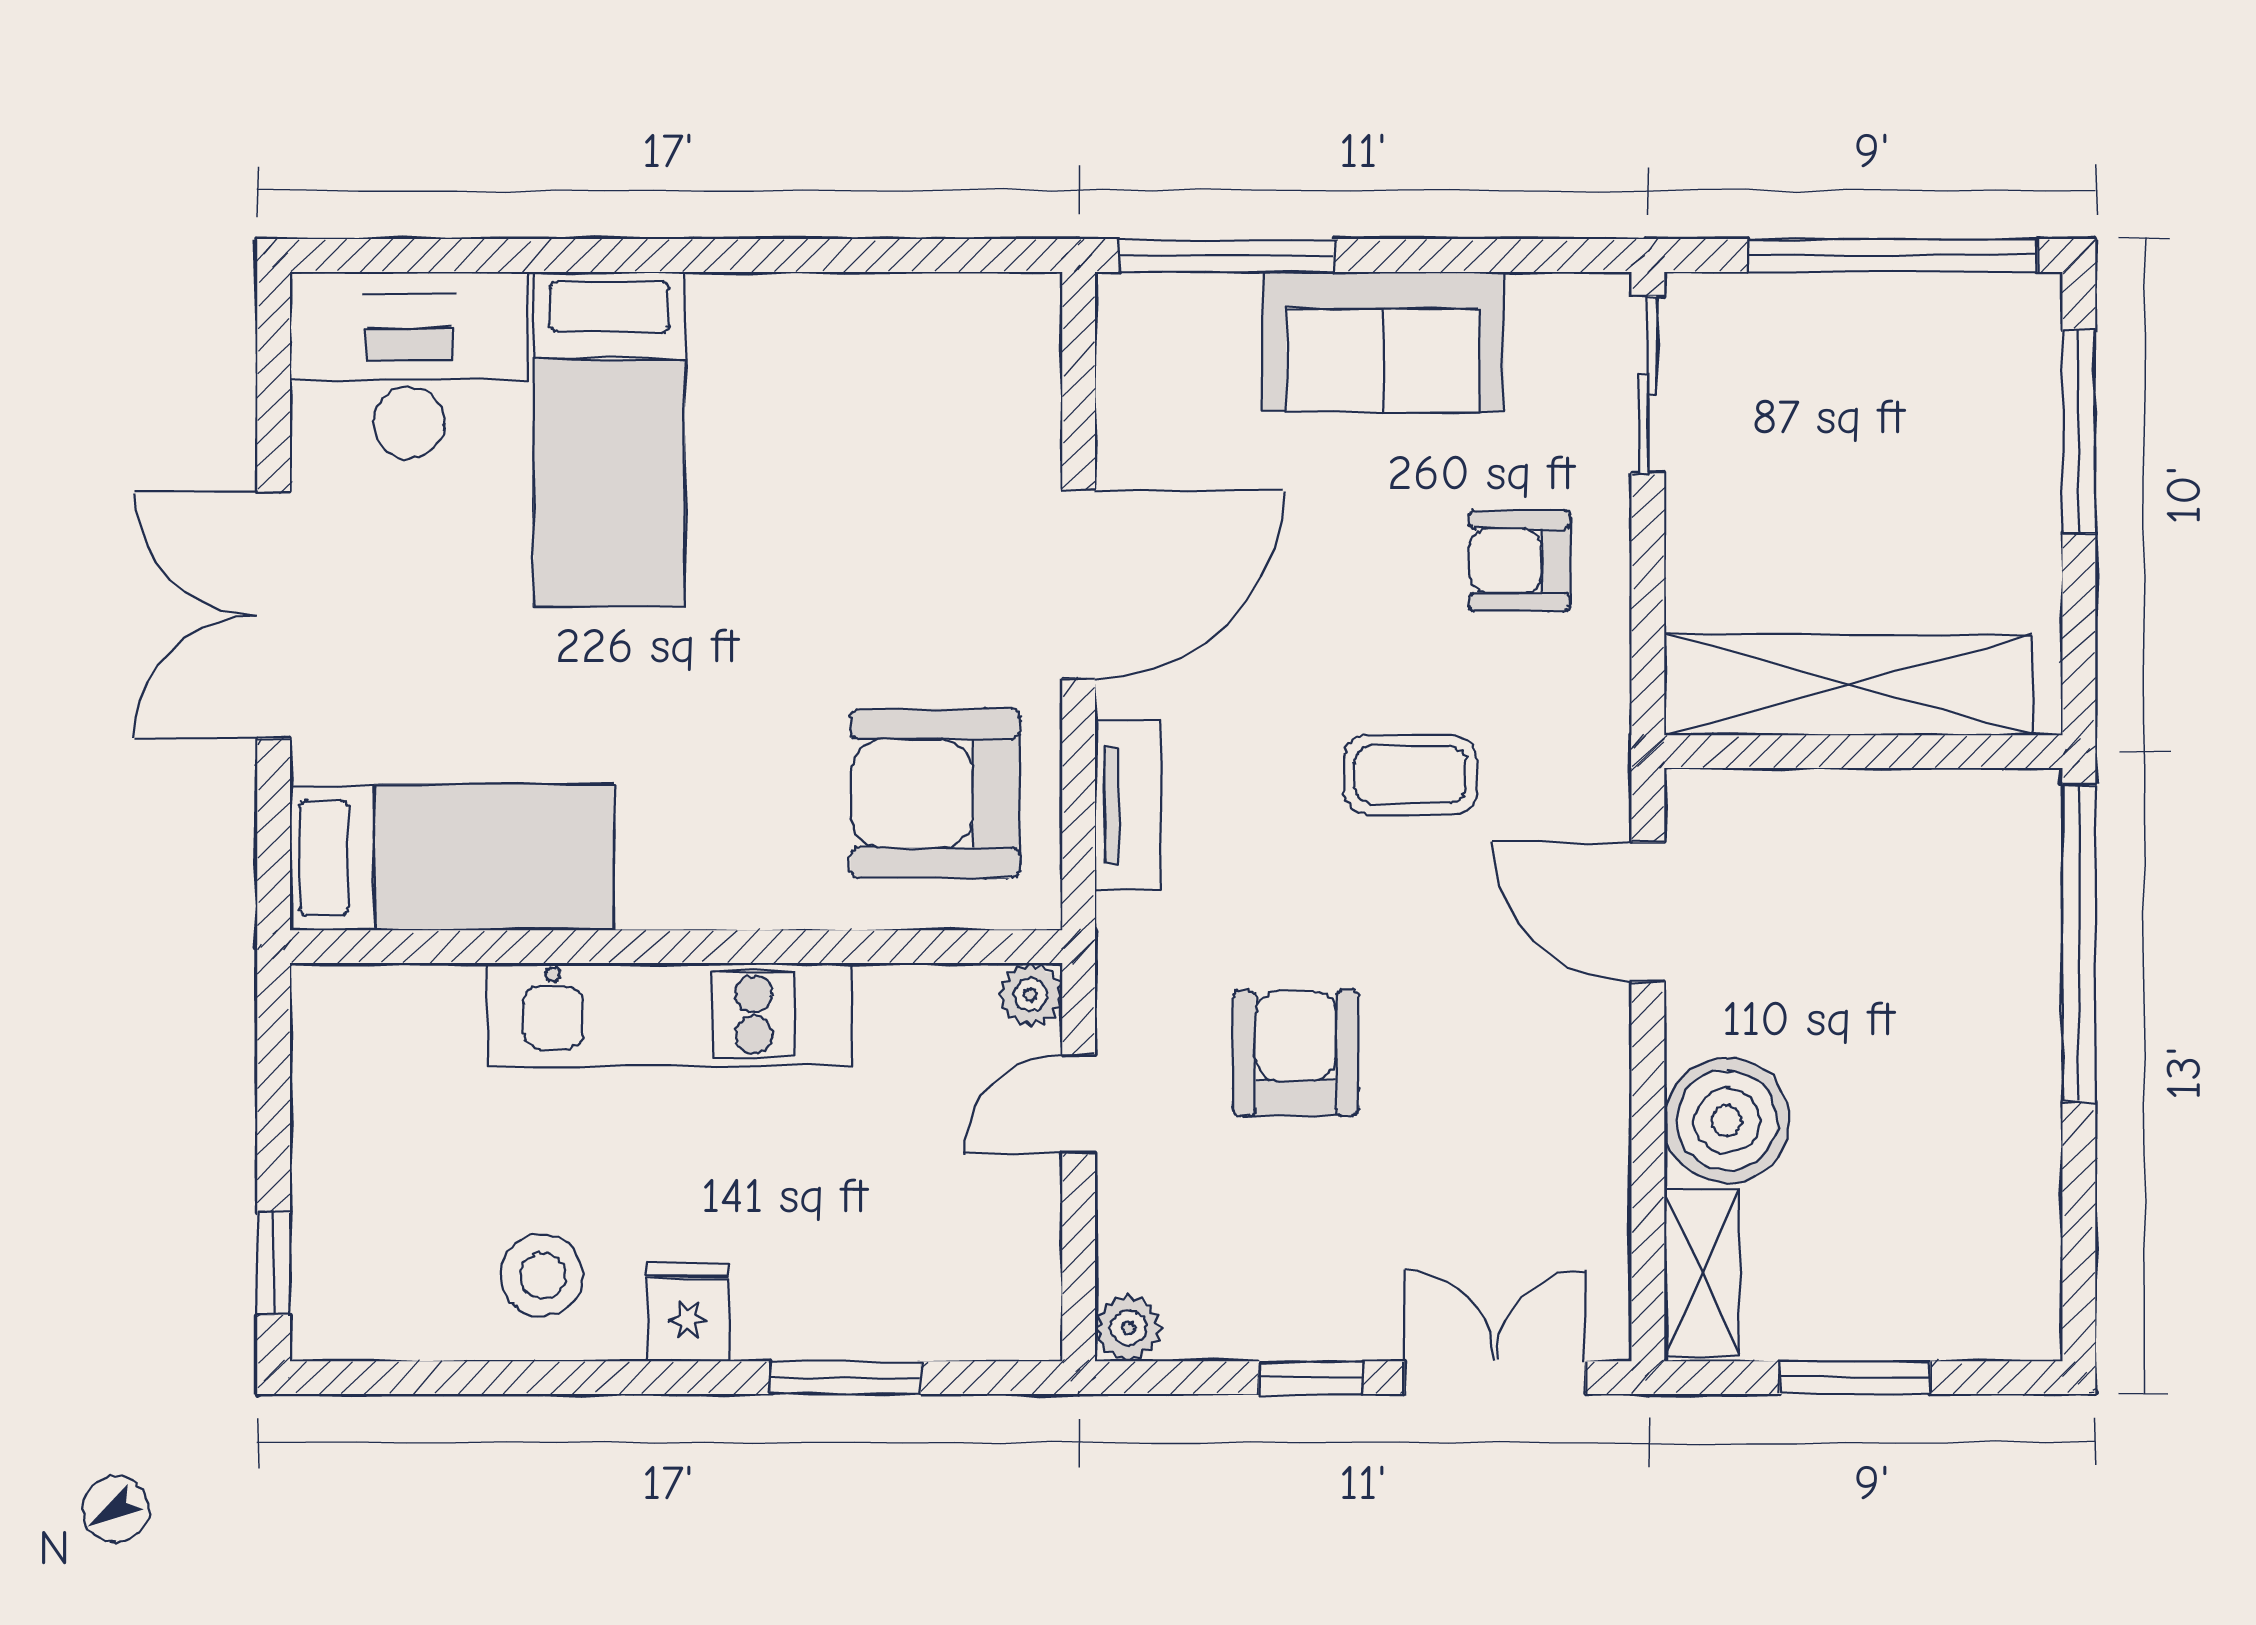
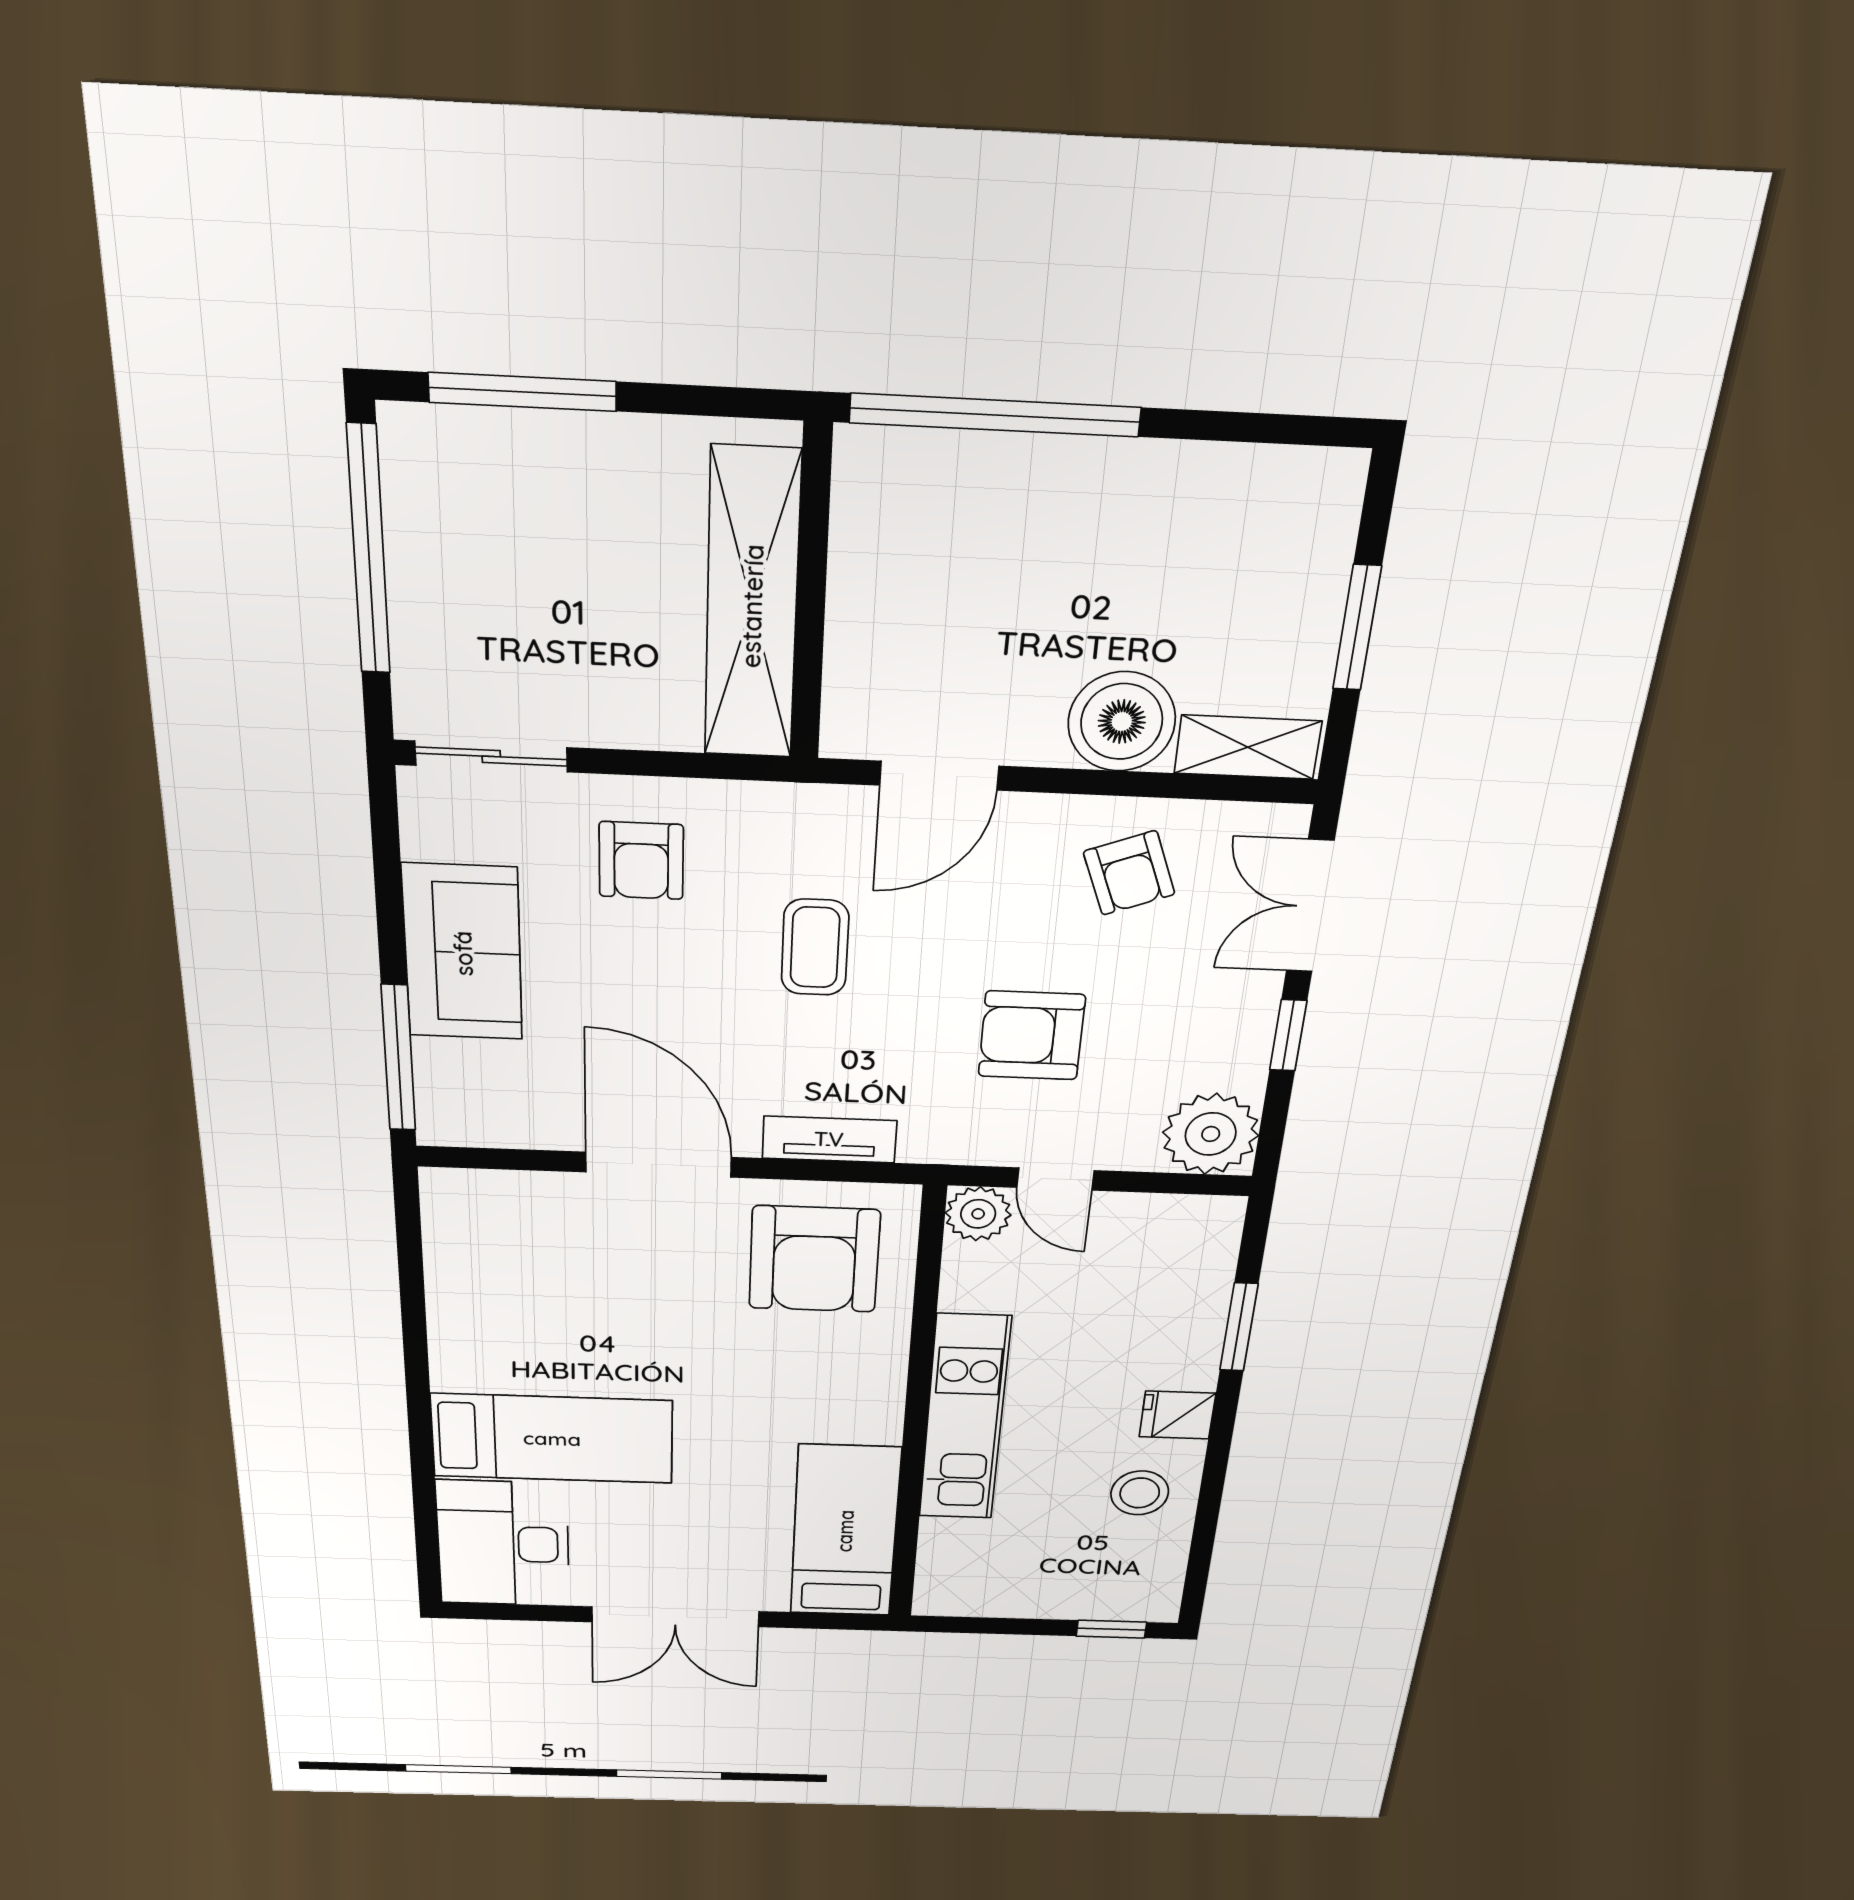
plant: (1031, 995) -> (978, 1214), width x1.38, depth x1.38
armchair: (1530, 1151) -> (1129, 873), added
plant: (1128, 1328) -> (1211, 1134), width x1.88, depth x1.88

